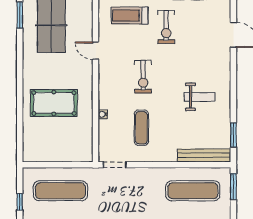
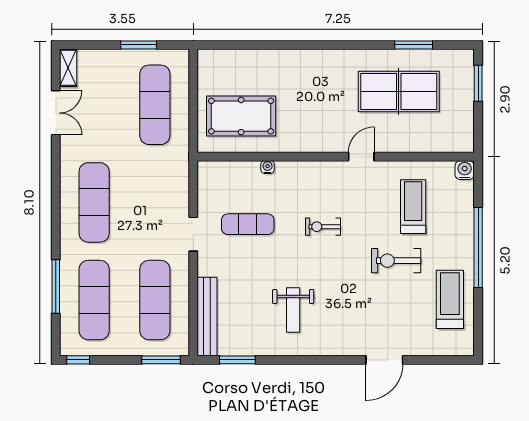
exercise bike: (143, 77) -> (323, 227), width x0.73, depth x0.72
pool table: (54, 103) -> (241, 116), moved, turned 90
doorway: (115, 165) -> (193, 234), moved
window: (20, 202) -> (139, 45), width x1.50

